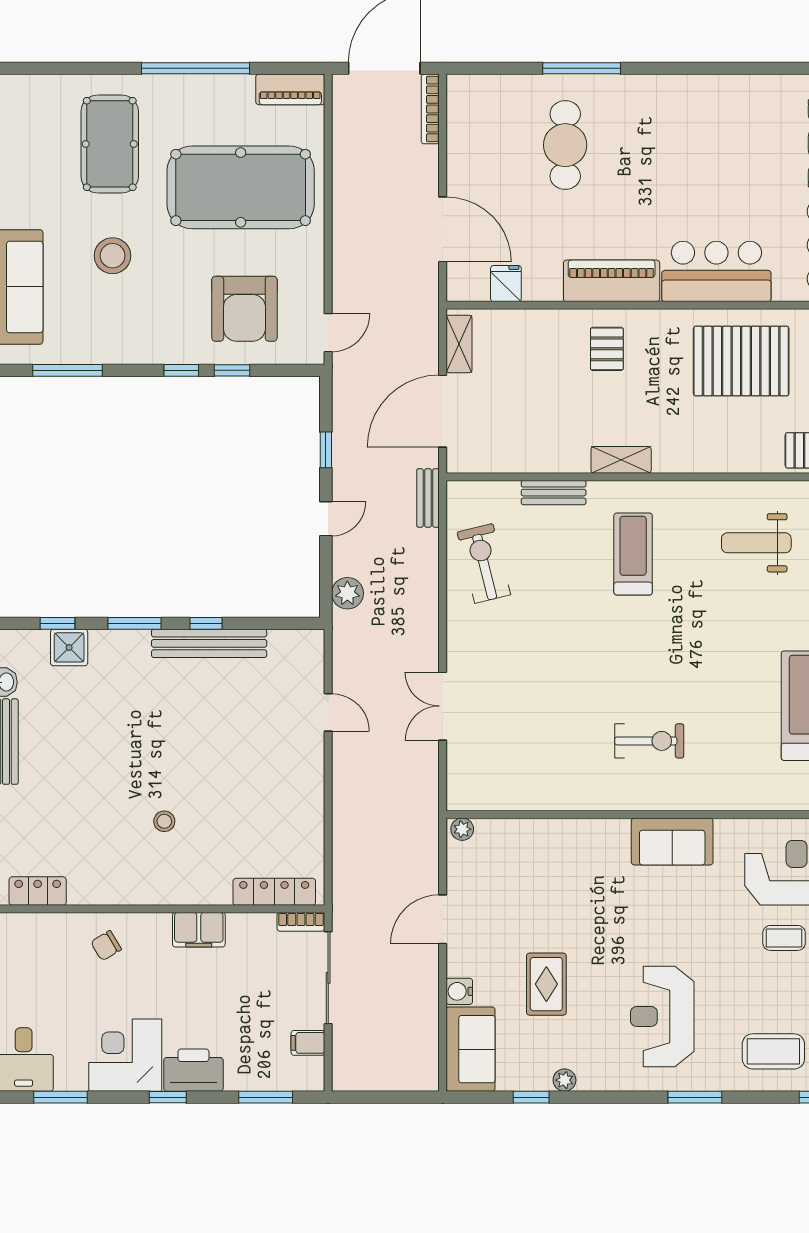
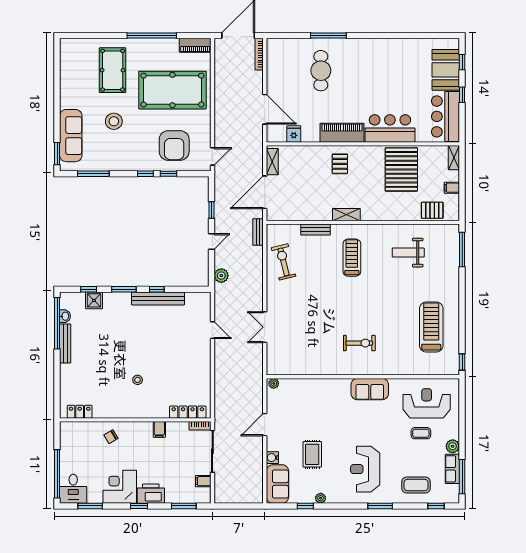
pallet: (741, 361) -> (401, 169), turned 90
filing cabinet: (199, 930) -> (159, 429), width x0.50

